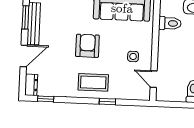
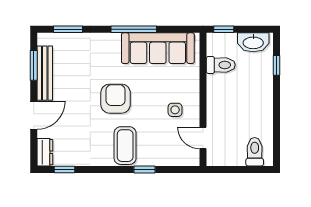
coffee table: (93, 82) -> (125, 146), turned 90

